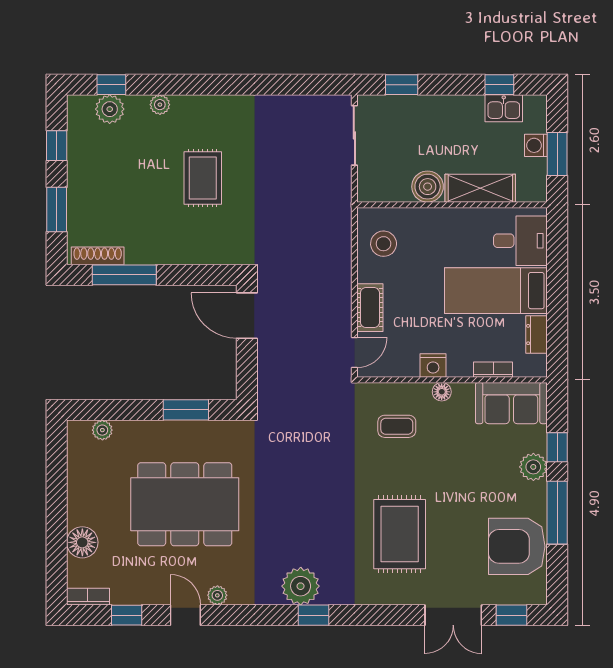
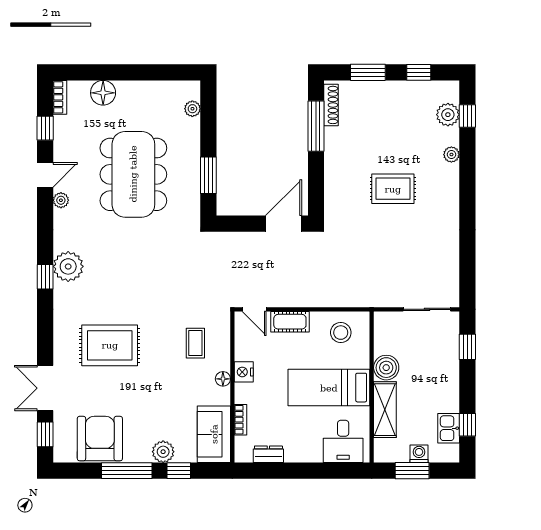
bed: (496, 291) -> (329, 388), moved, turned -90

